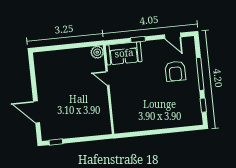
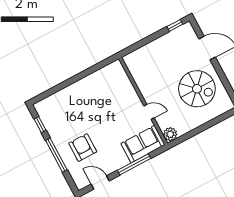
window: (138, 39) -> (134, 164), width x2.17
spiral stairs: (59, 81) -> (197, 89), added

